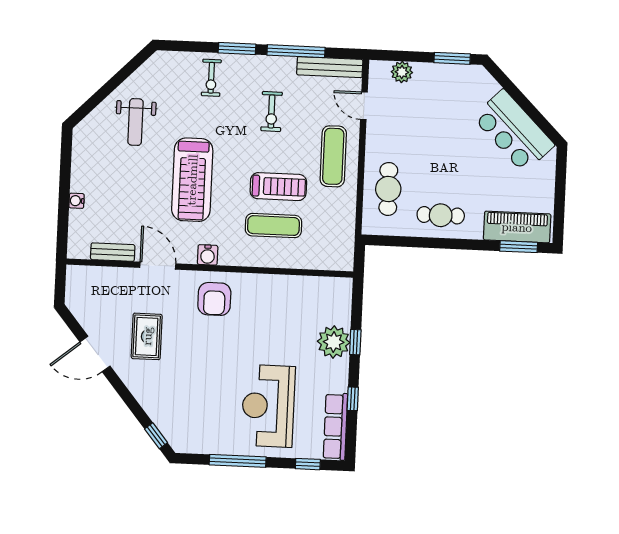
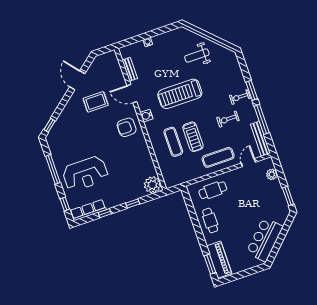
exercise bike: (211, 78) -> (240, 97), moved
door: (158, 266) -> (132, 94), swing flipped
plant: (334, 342) -> (152, 185), moved
reception desk: (268, 406) -> (85, 174), turned 180

